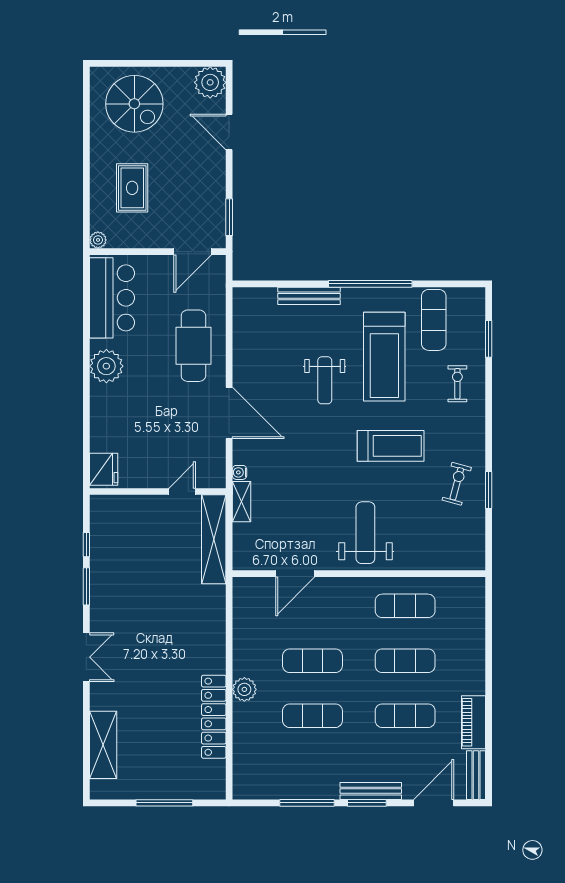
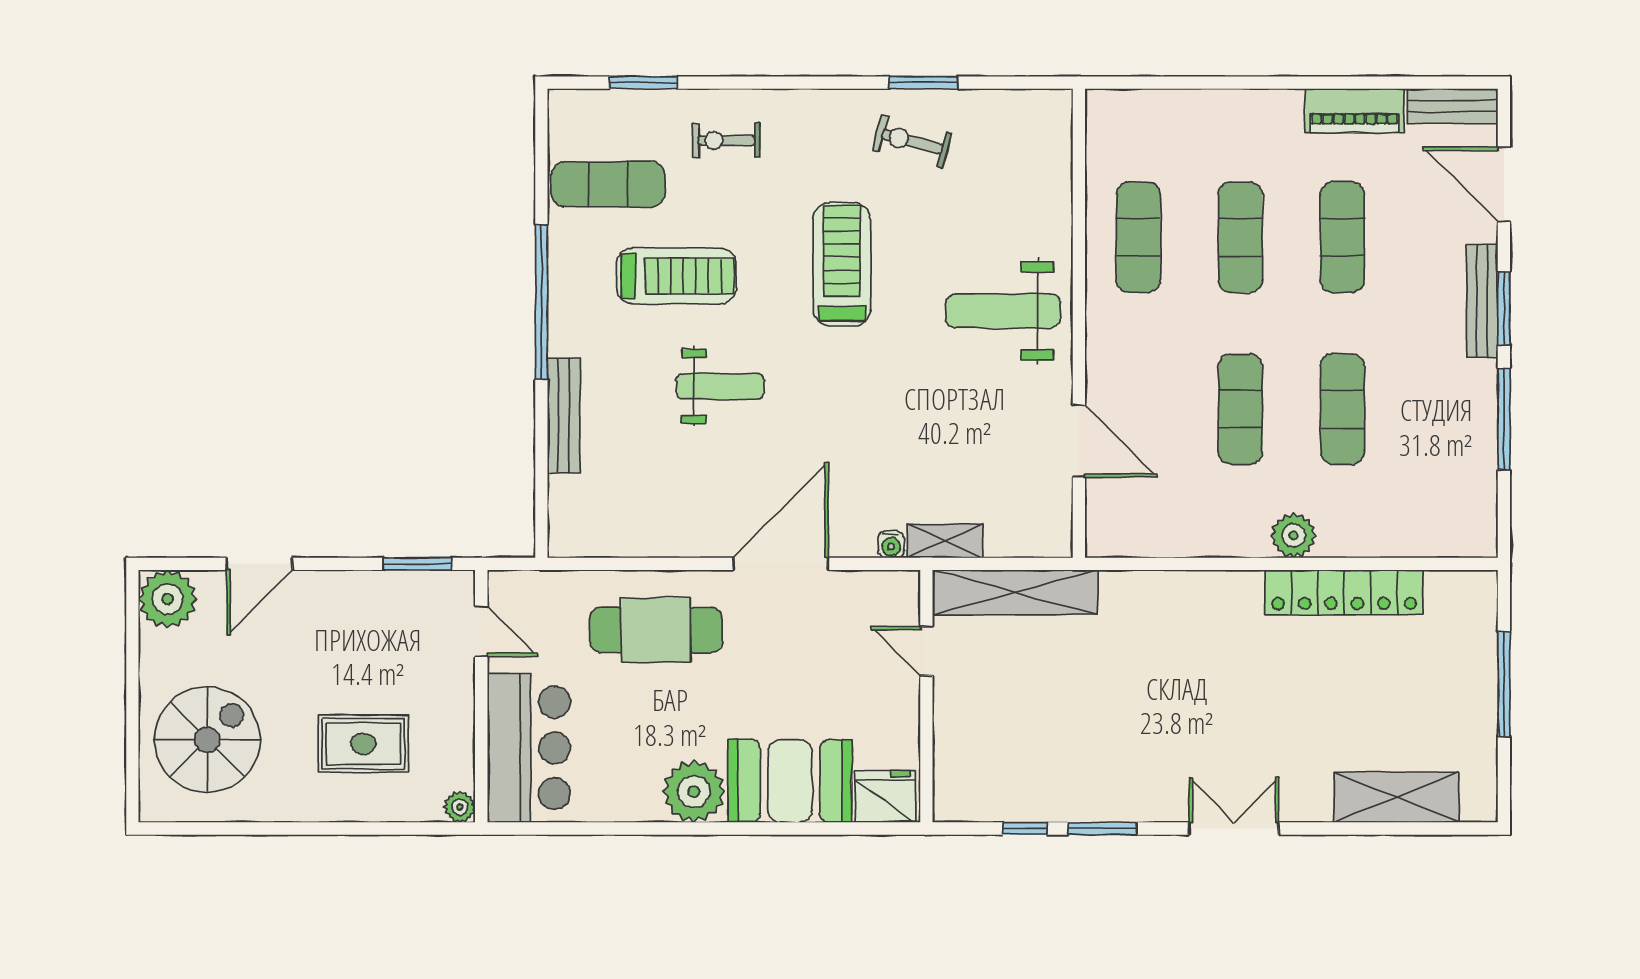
door: (193, 252) -> (481, 631), width x0.73
bar counter: (112, 298) -> (529, 748), moved, turned 90
treadmill: (384, 357) -> (676, 276), width x0.73, depth x0.73
booth: (112, 418) -> (790, 781), added

